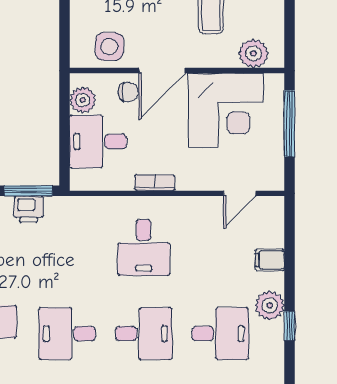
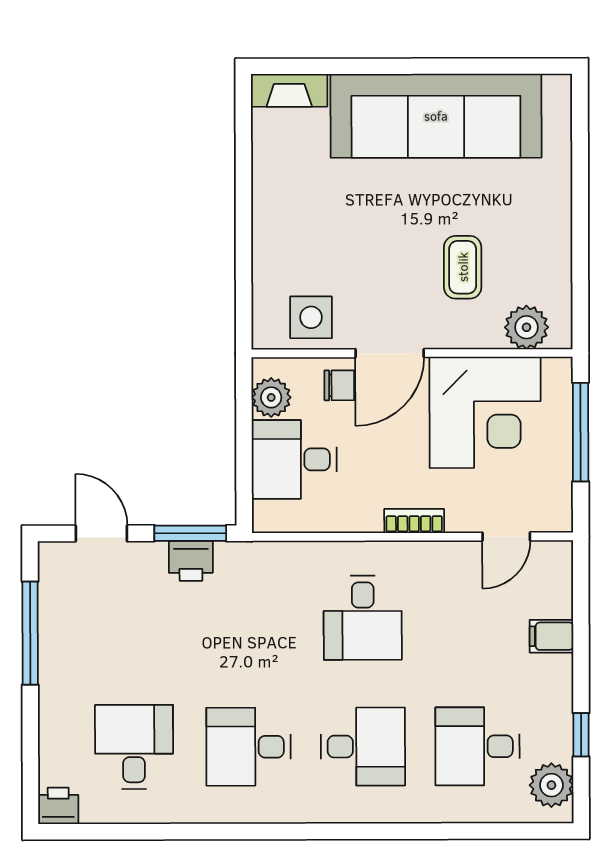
bookcase: (155, 183) -> (414, 521), moved
plant: (270, 305) -> (551, 785), moved
desk: (220, 334) -> (477, 746), turned 180

